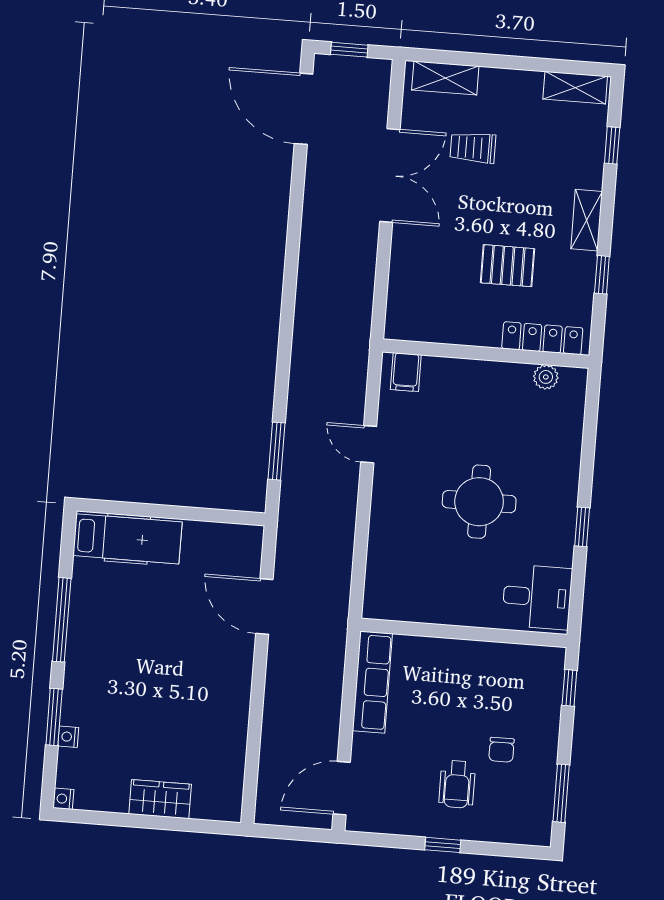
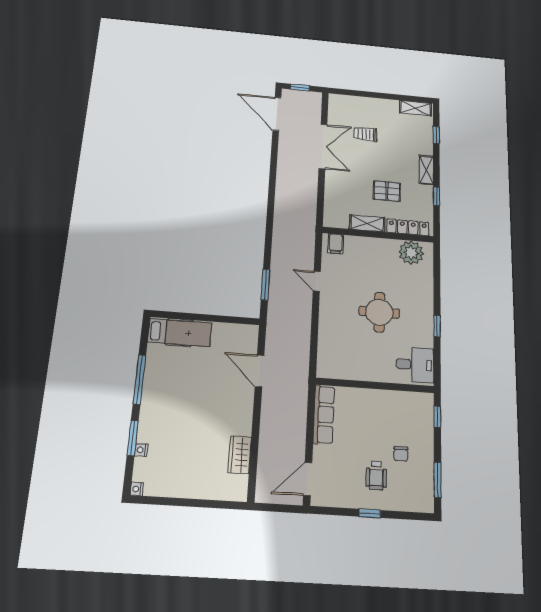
shelving: (445, 78) -> (367, 223), moved
plant: (546, 377) -> (411, 253), width x1.88, depth x1.88
wardrobe: (160, 799) -> (240, 455), moved, turned -90

